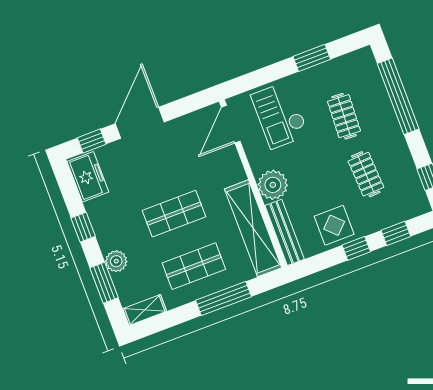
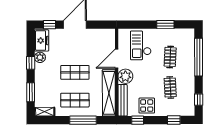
door: (231, 124) -> (117, 59), moved
window: (356, 248) -> (138, 120), moved
plant: (116, 261) -> (40, 57), moved

